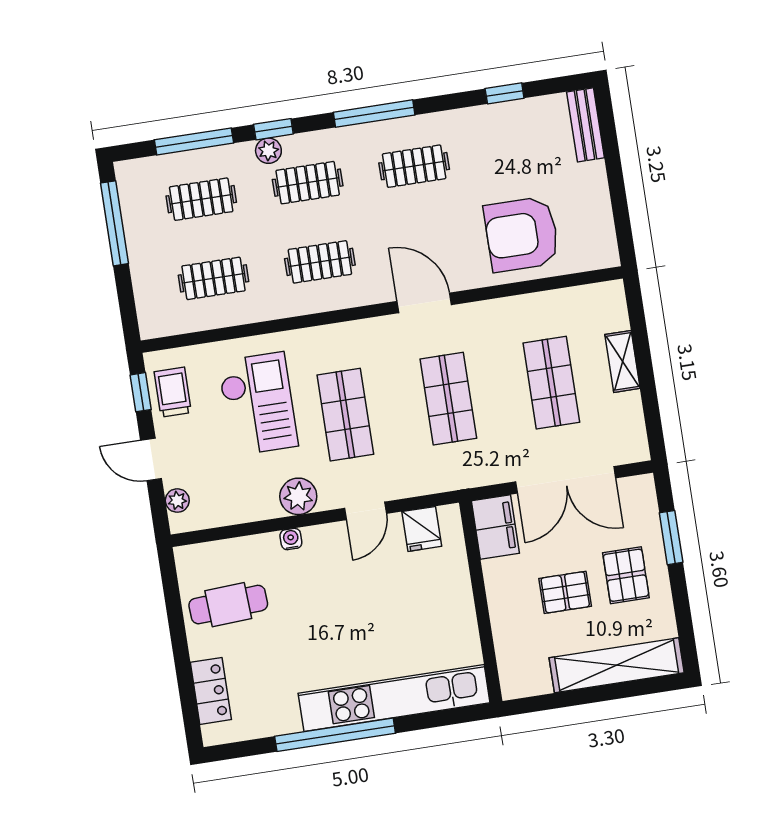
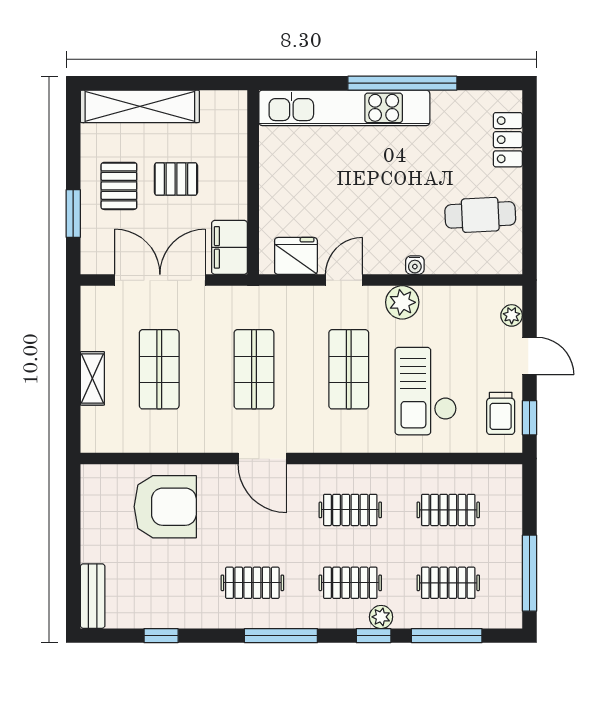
fridge: (422, 529) -> (296, 256), width x1.38

